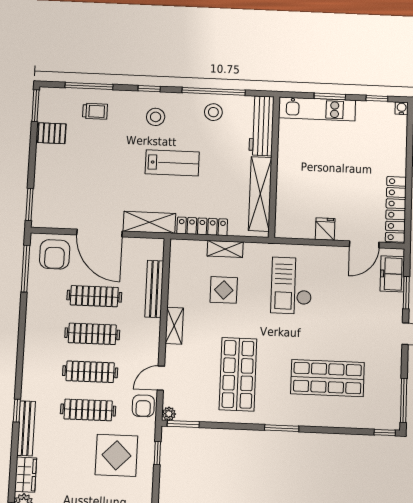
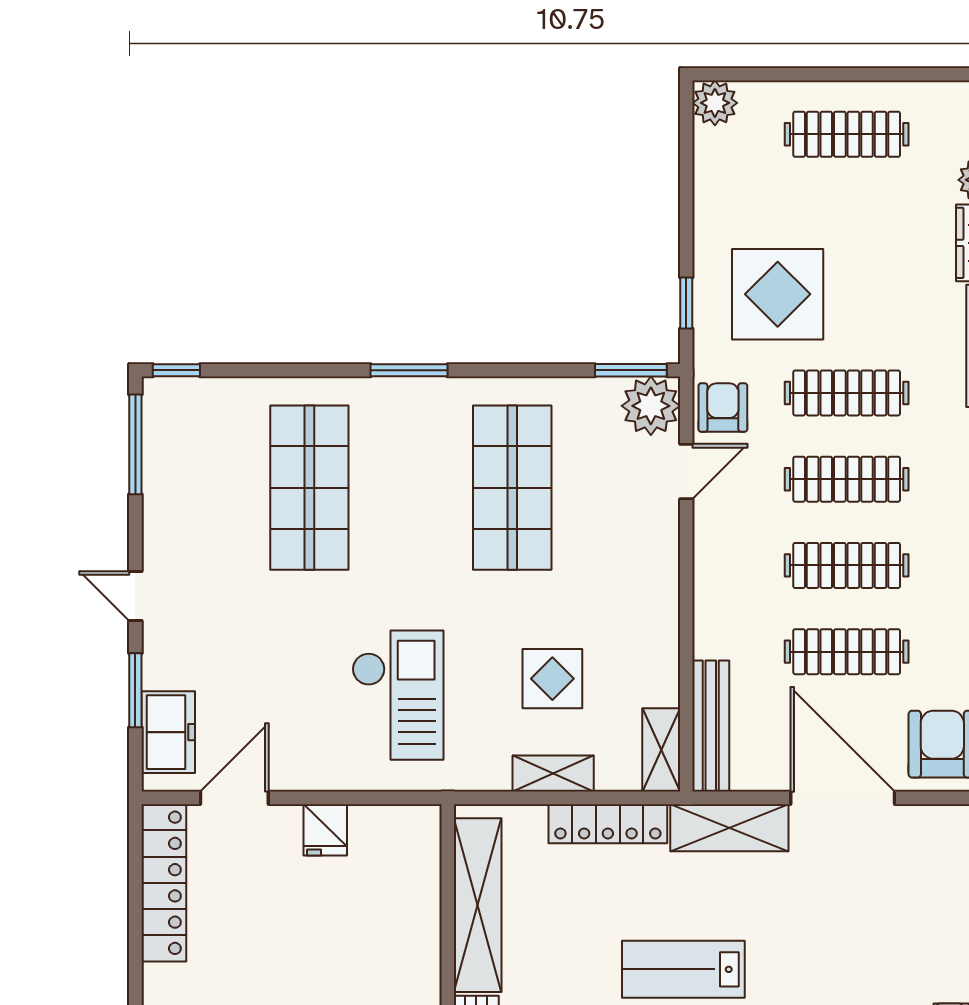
bench: (154, 289) -> (711, 726), moved
shelving: (174, 326) -> (661, 750), moved
shop shelf: (327, 378) -> (309, 488), turned 90
plant: (169, 414) -> (651, 406), width x1.88, depth x1.88

